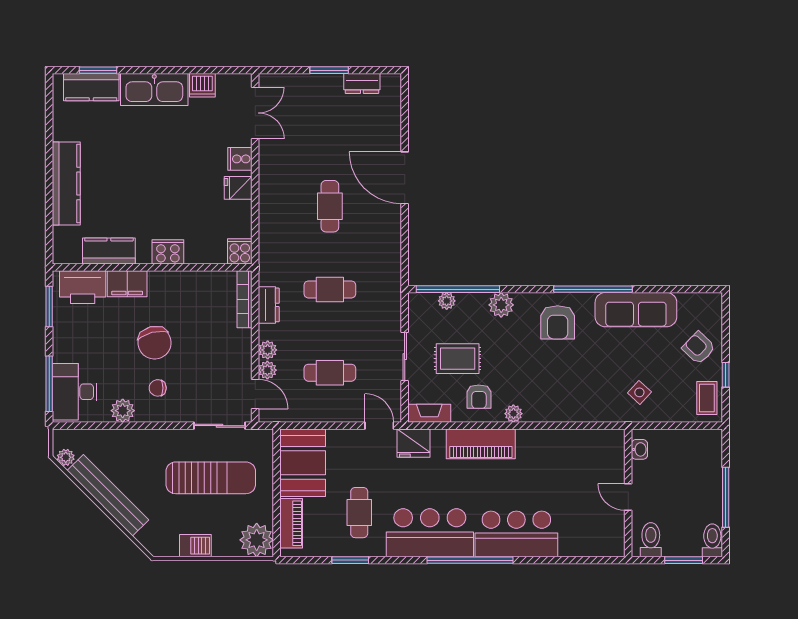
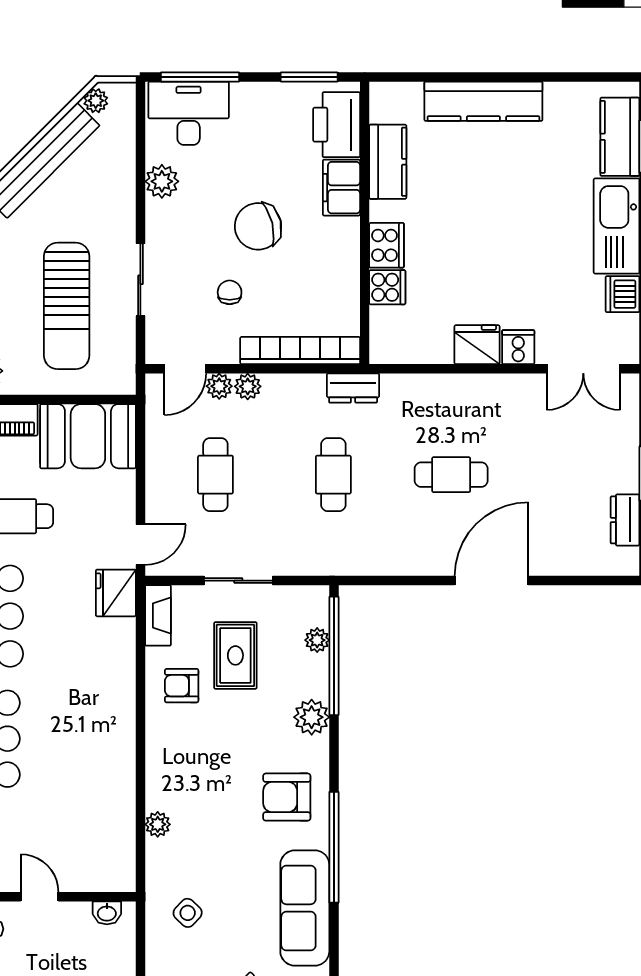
fridge: (238, 188) -> (477, 345), width x1.38
cooker: (240, 251) -> (387, 287), moved
bookcase: (244, 299) -> (300, 350), width x1.48, depth x1.31
dresser: (269, 305) -> (353, 388), moved
chair: (158, 388) -> (230, 292), moved
plant: (513, 414) -> (158, 824), moved
sliding door: (219, 426) -> (140, 280), moved
piano: (481, 444) -> (115, 688), removed
door: (628, 497) -> (39, 897), hinge flipped

